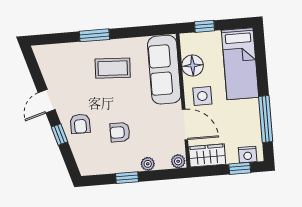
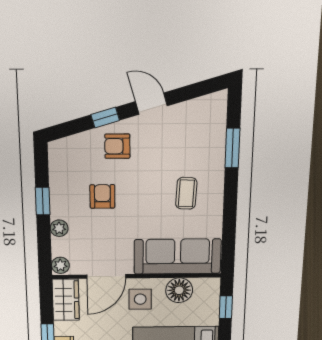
window: (94, 35) -> (232, 148), moved
coffee table: (113, 68) -> (186, 193), width x0.73, depth x0.77

